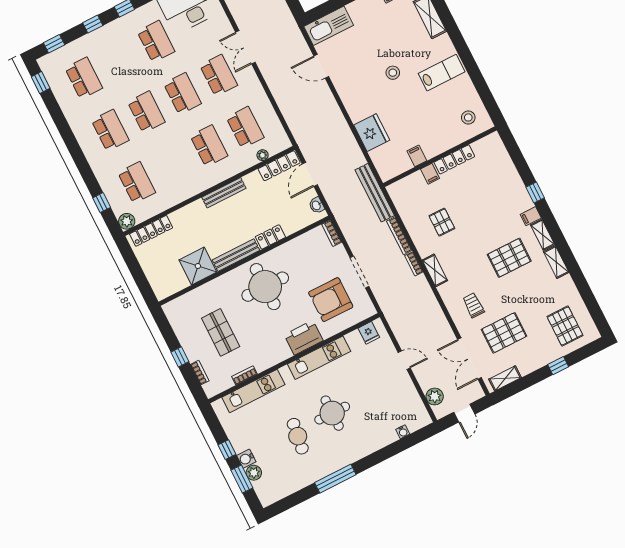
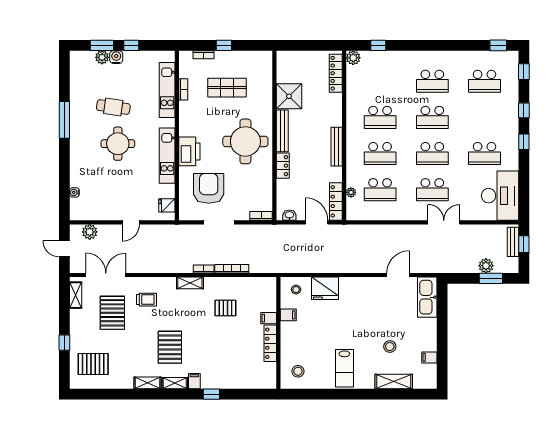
stool: (393, 73) -> (390, 347), moved
stool: (388, 161) -> (296, 290), added
school desk: (137, 182) -> (380, 117), moved
bench: (375, 193) -> (276, 266), removed

